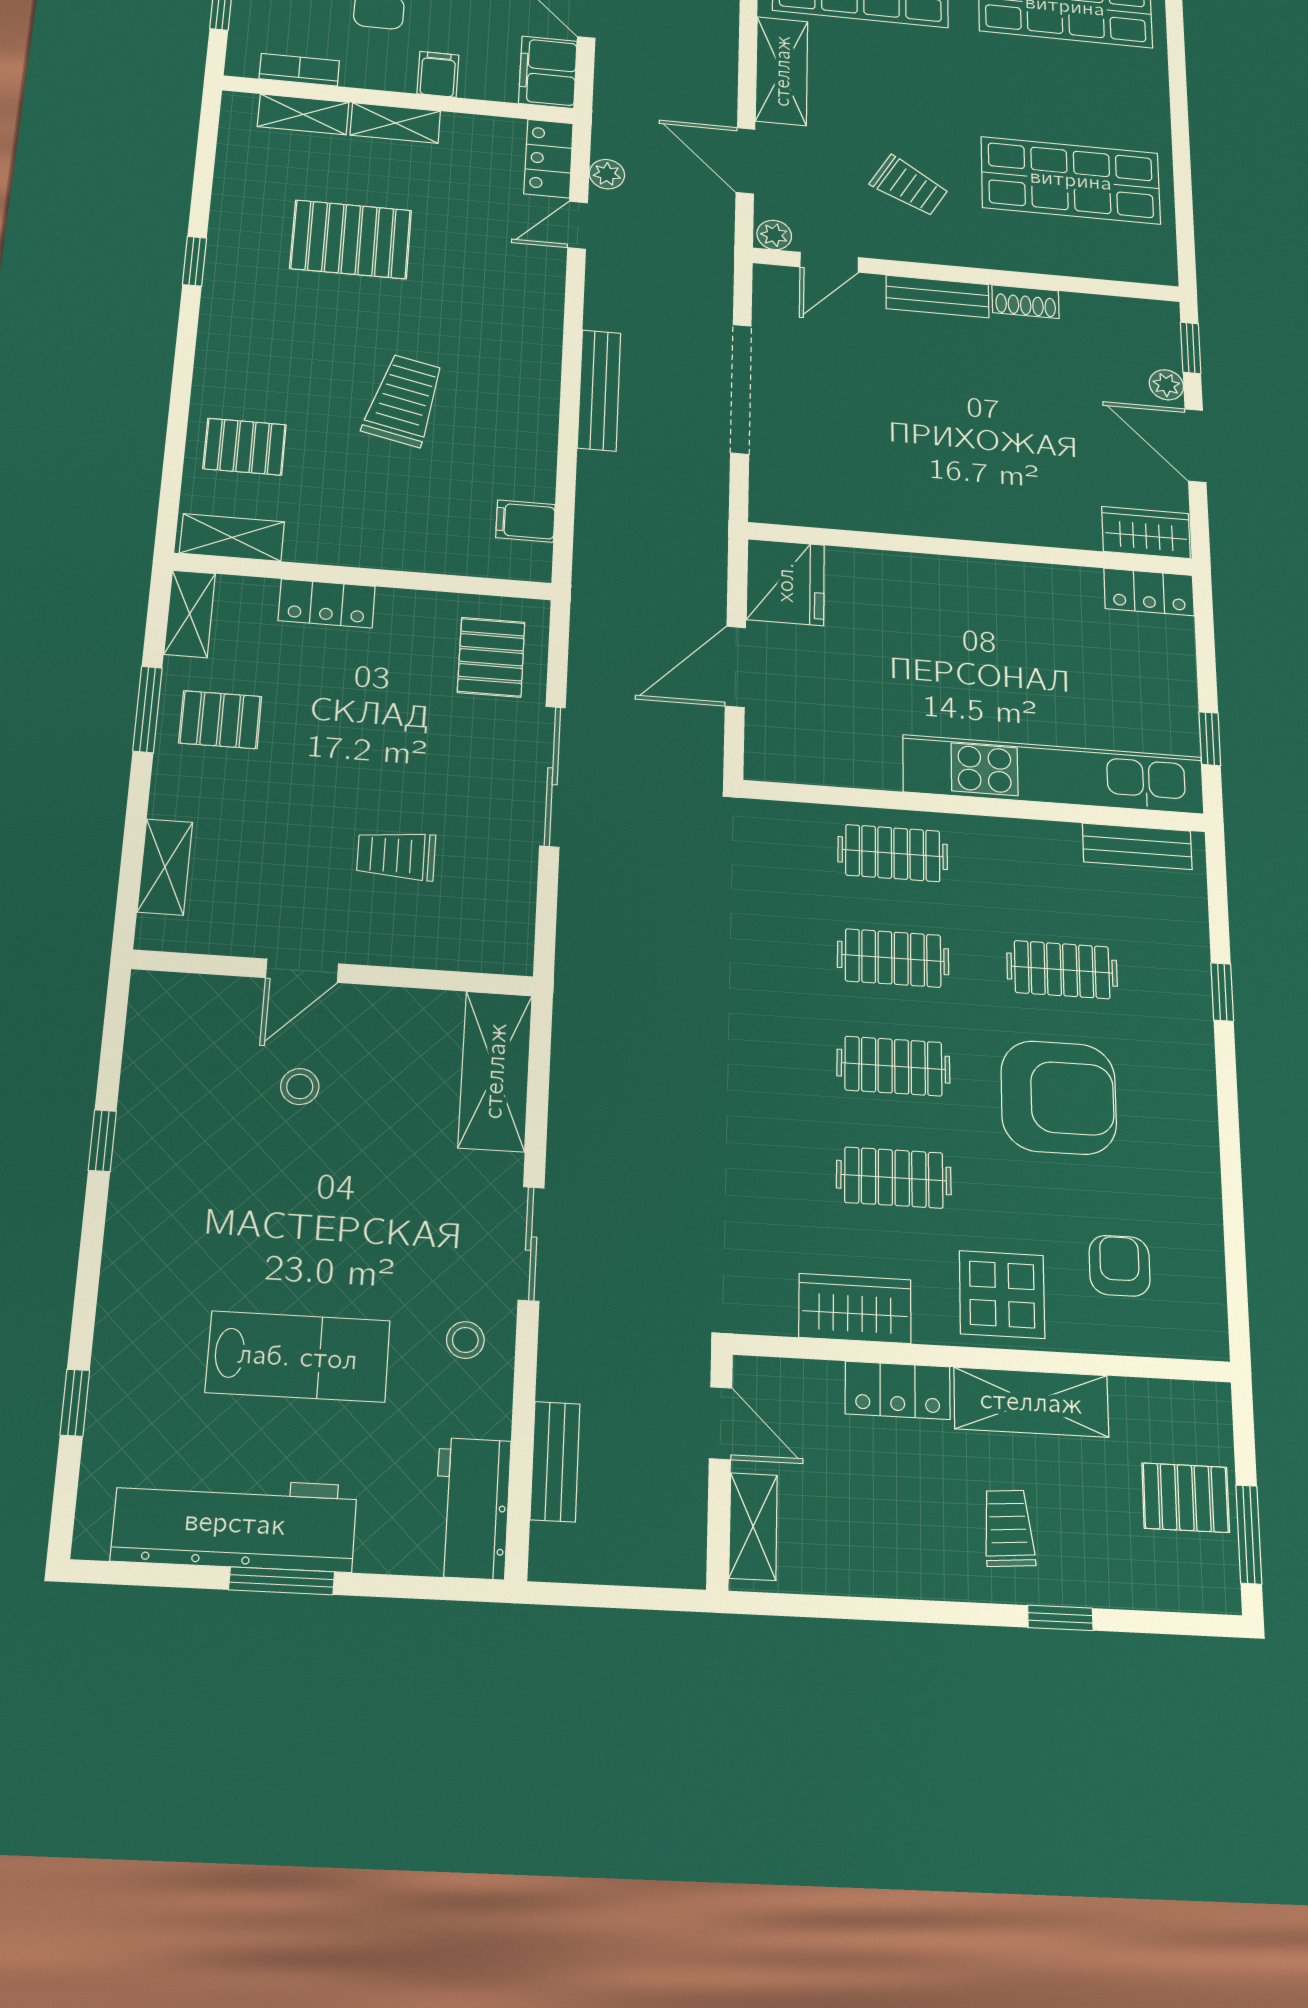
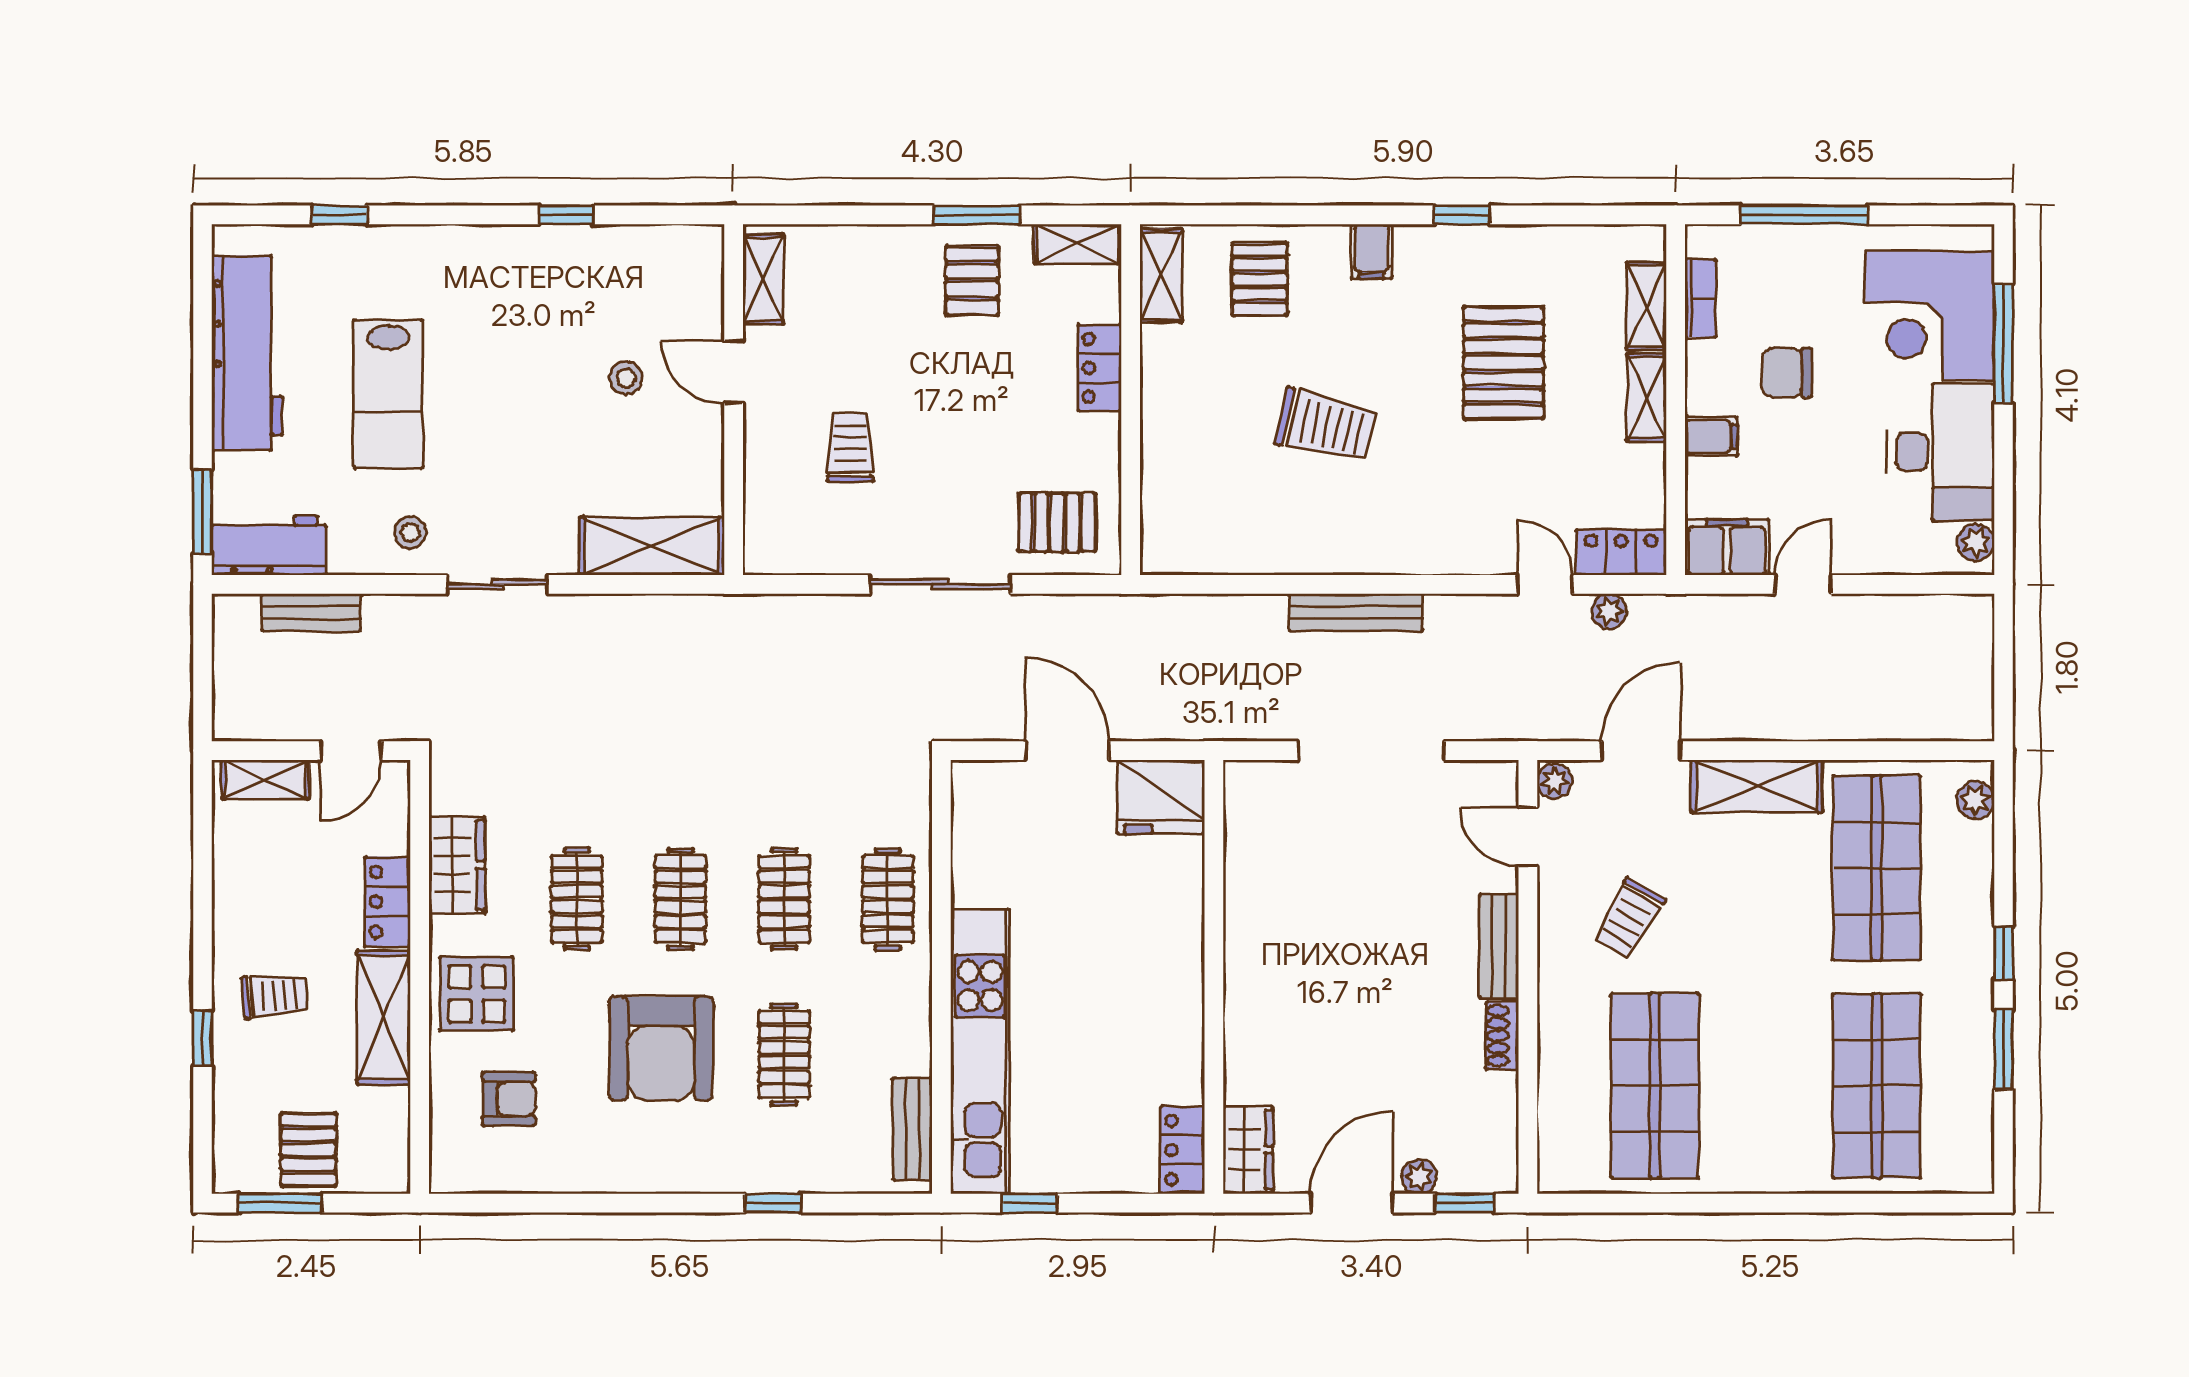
filing cabinet: (525, 521) -> (1372, 251), moved, turned 180
shelving: (165, 867) -> (763, 279), moved, turned 90
window: (282, 1581) -> (203, 511), moved

